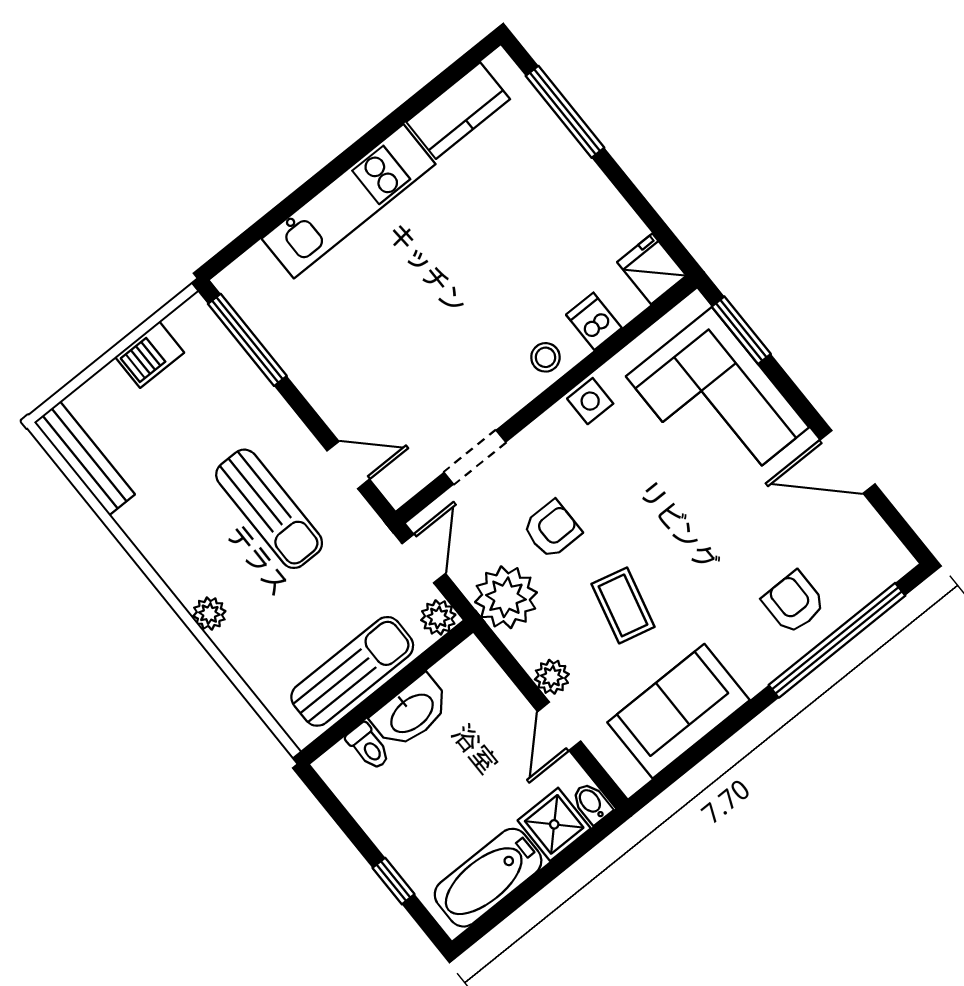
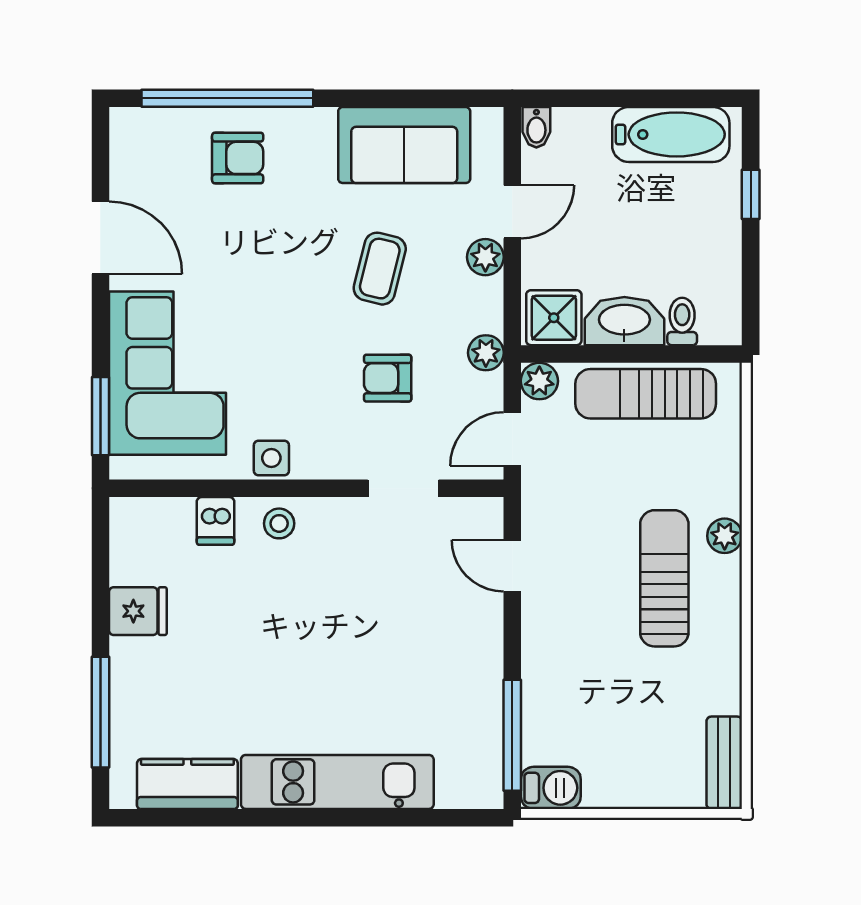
fridge: (652, 269) -> (138, 611), moved, turned -90
barbecue: (150, 355) -> (551, 788), moved
bench: (84, 458) -> (724, 763), width x0.73
sun lounger: (269, 509) -> (664, 578), moved
plant: (506, 597) -> (486, 353), width x0.53, depth x0.53
armchair: (794, 602) -> (238, 158), turned -90
shower: (554, 824) -> (554, 318), moved

